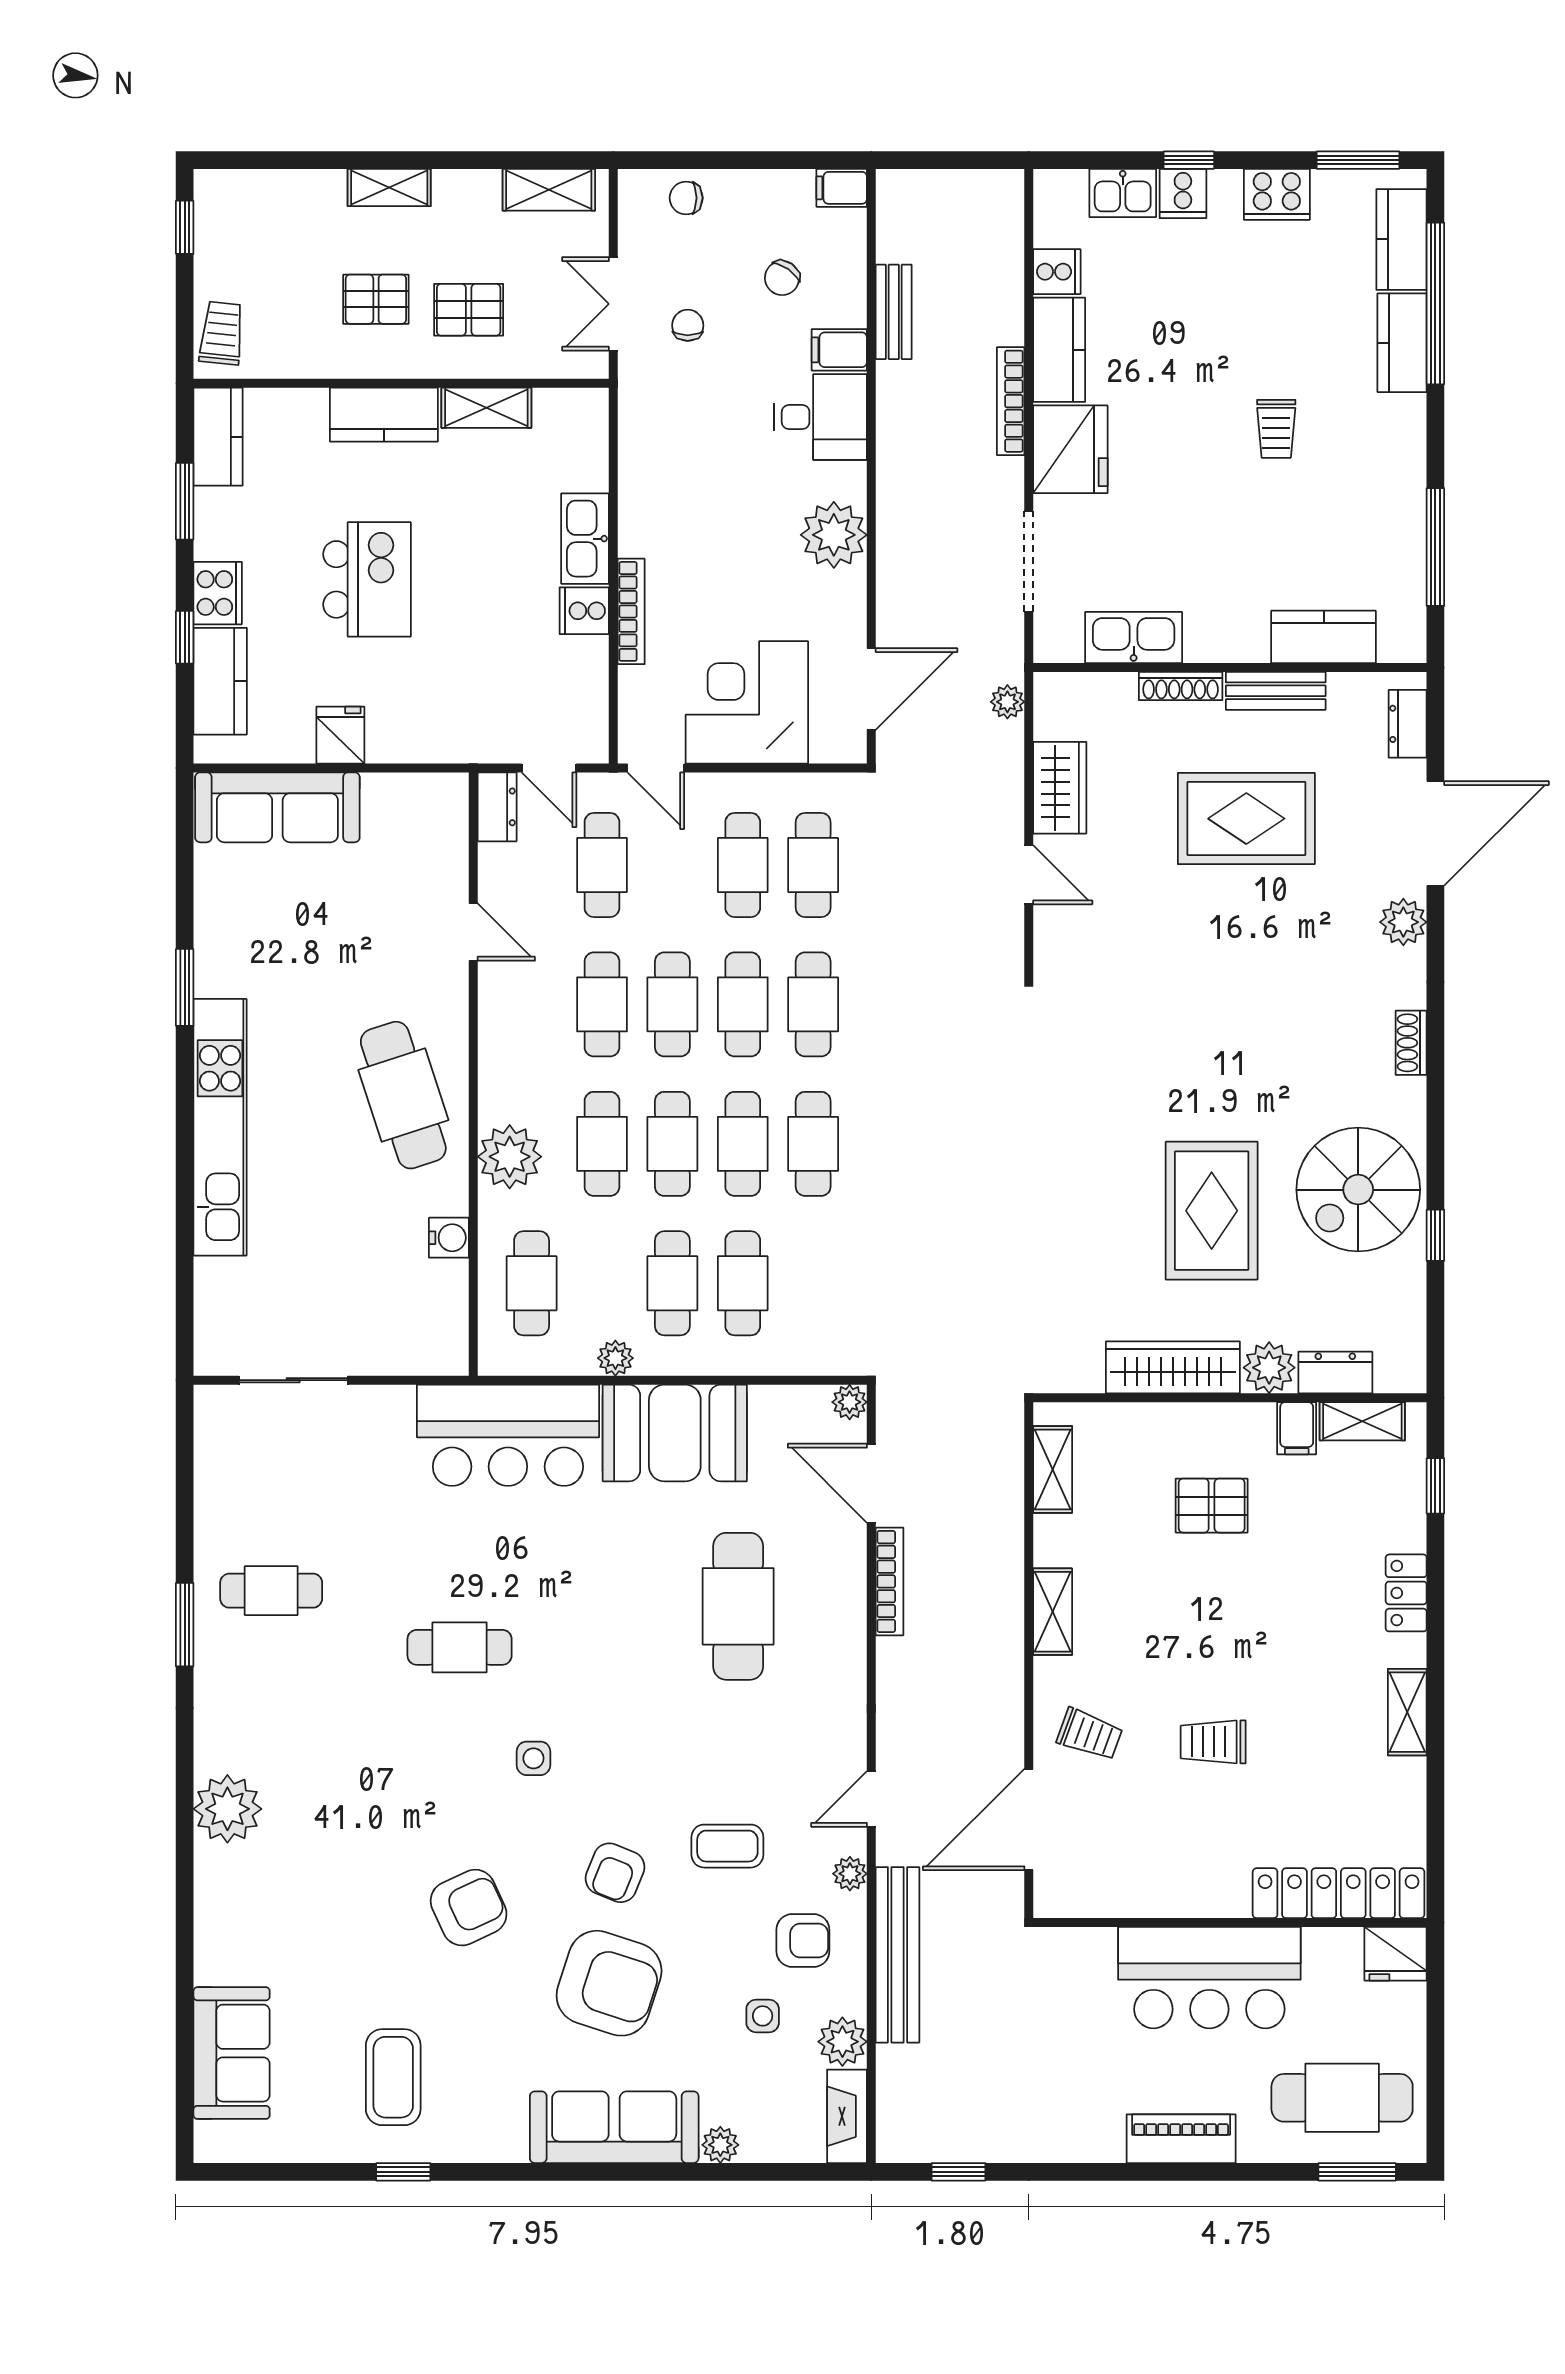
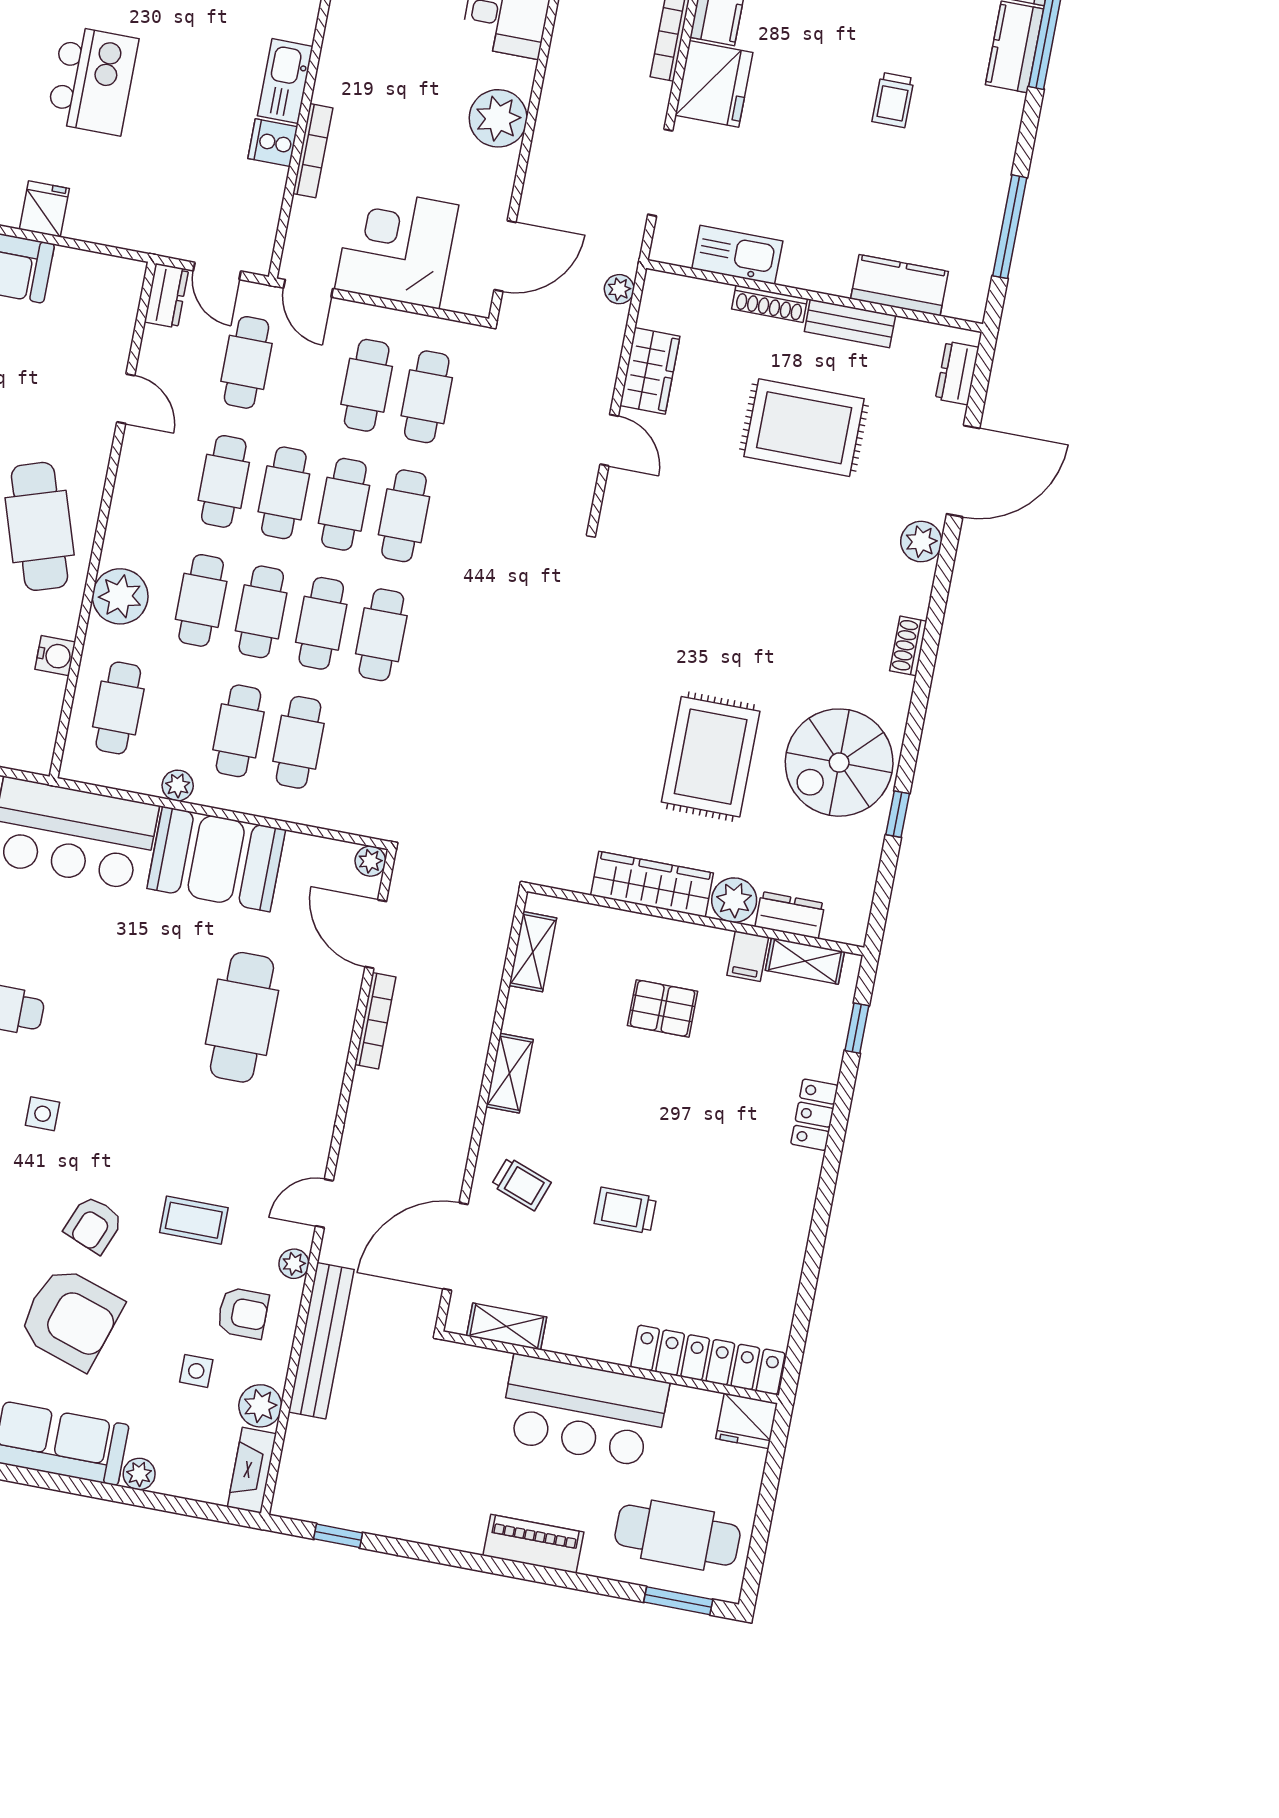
shelving: (1407, 1712) -> (507, 1326), moved, turned 90

